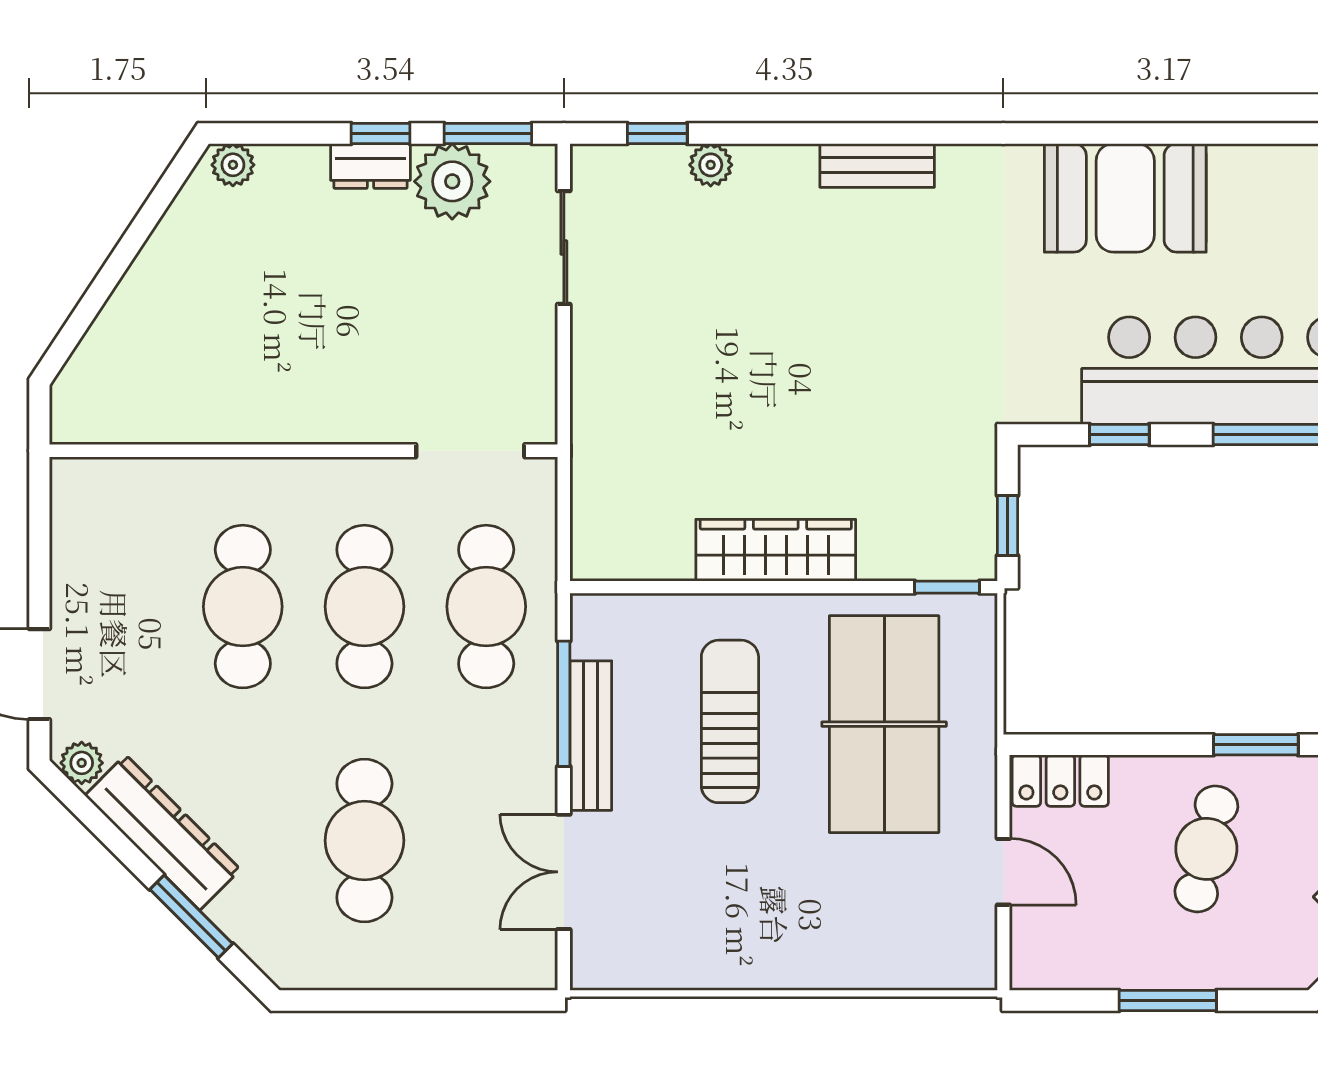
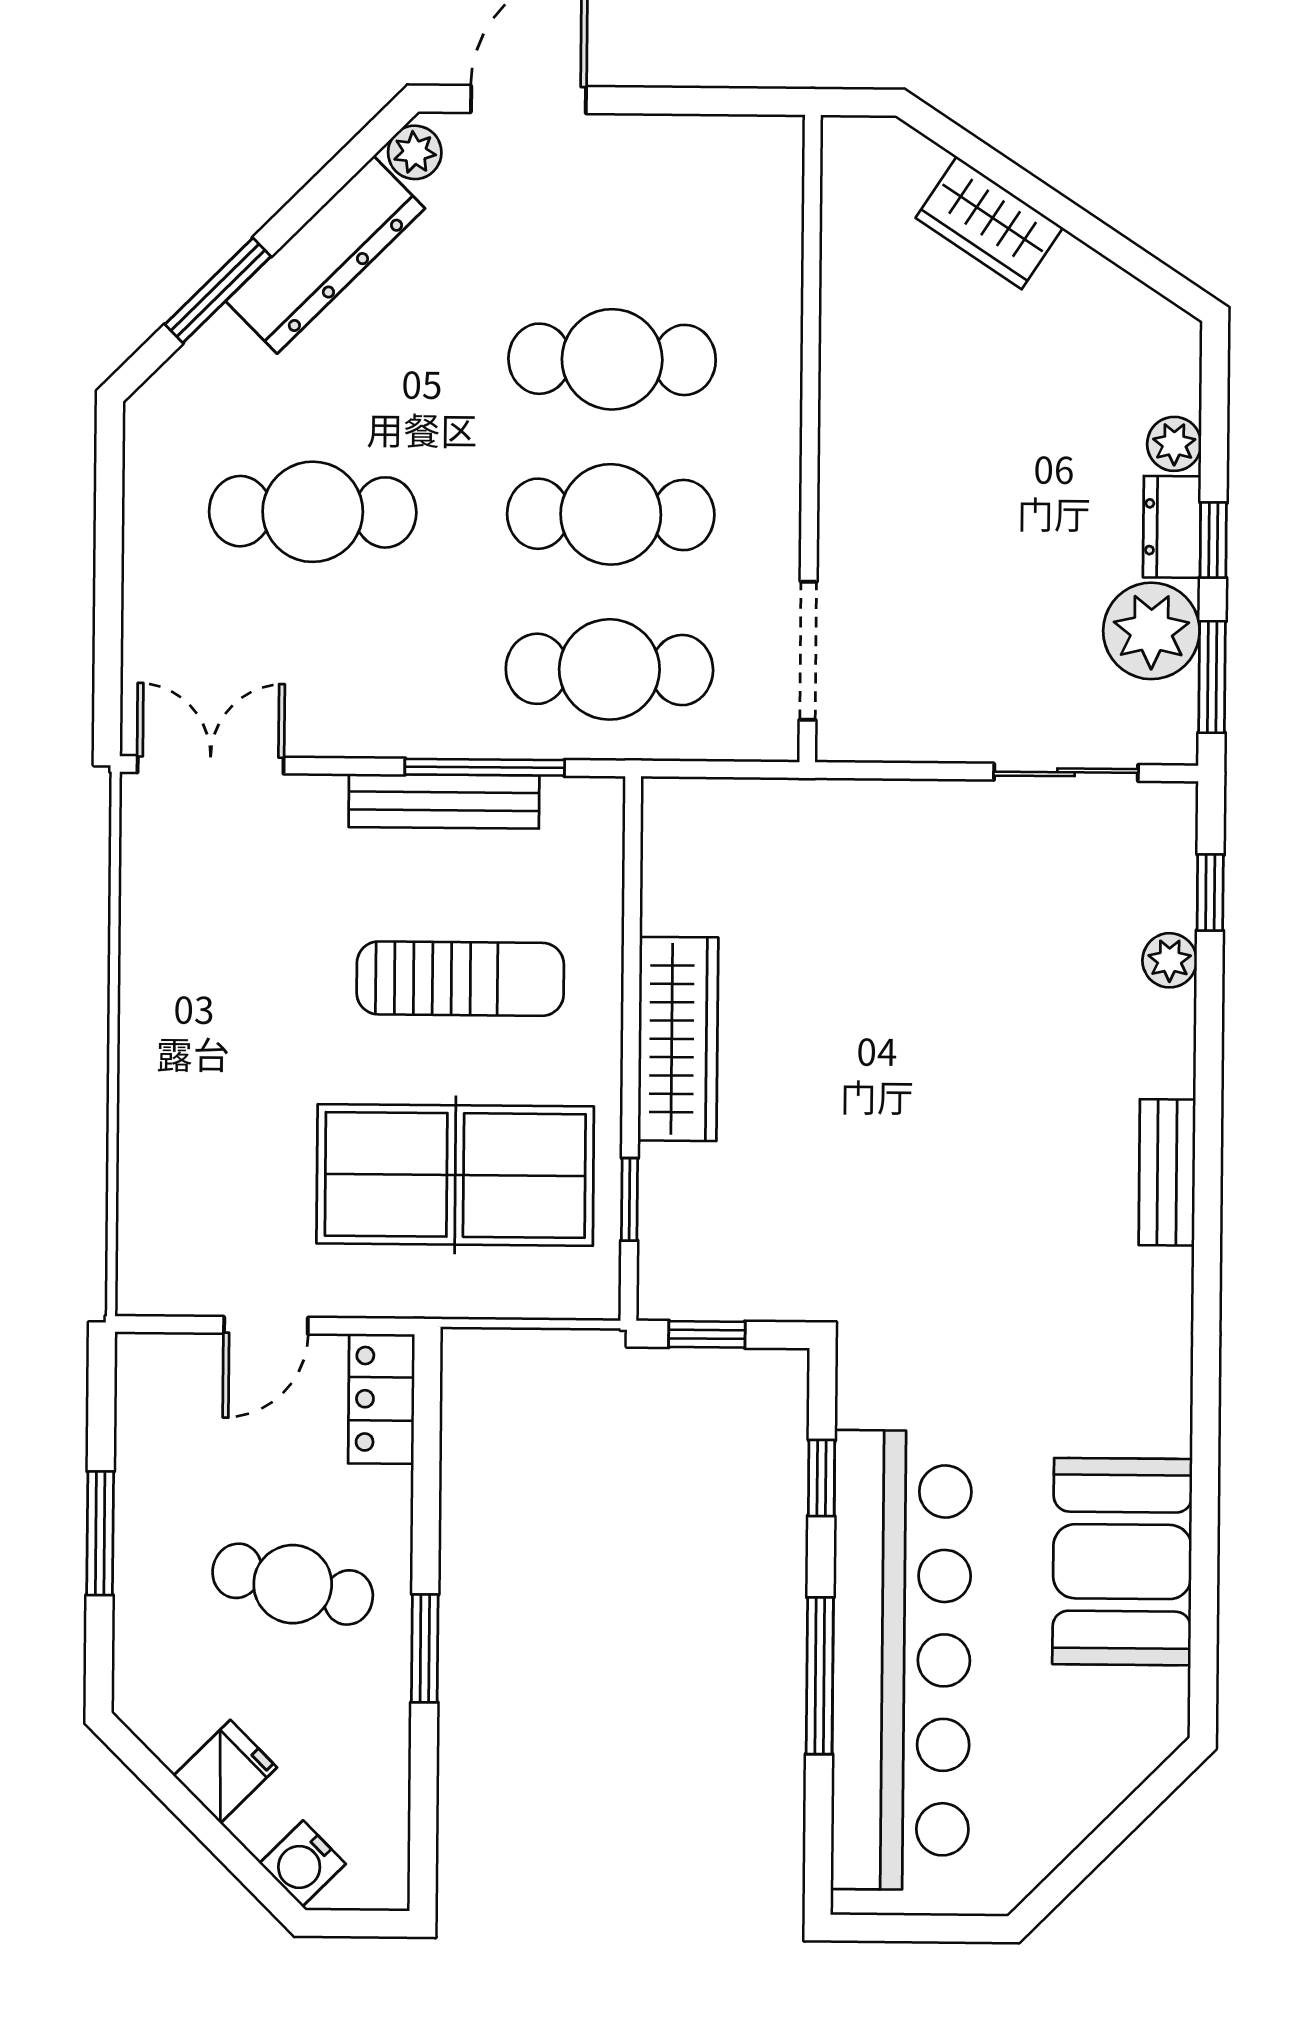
plant: (233, 165) -> (1174, 444), moved
booth: (1125, 198) -> (1122, 1562), moved
wardrobe: (133, 311) -> (989, 223), added
window: (947, 587) -> (630, 1199), moved
double door: (564, 872) -> (211, 765), moved

